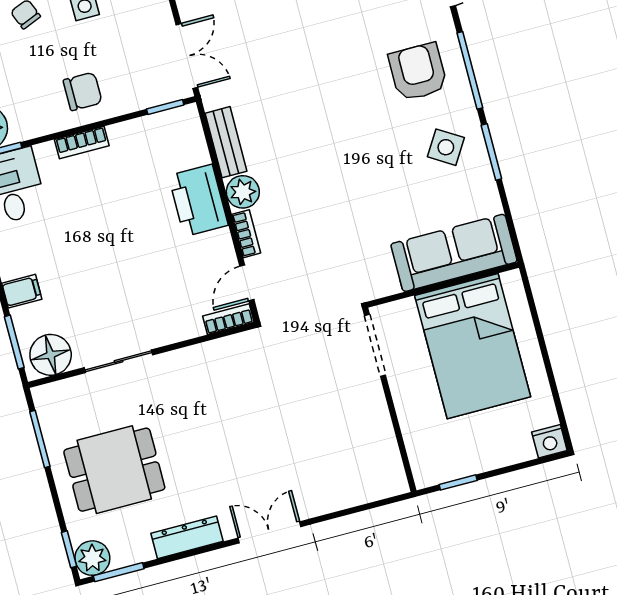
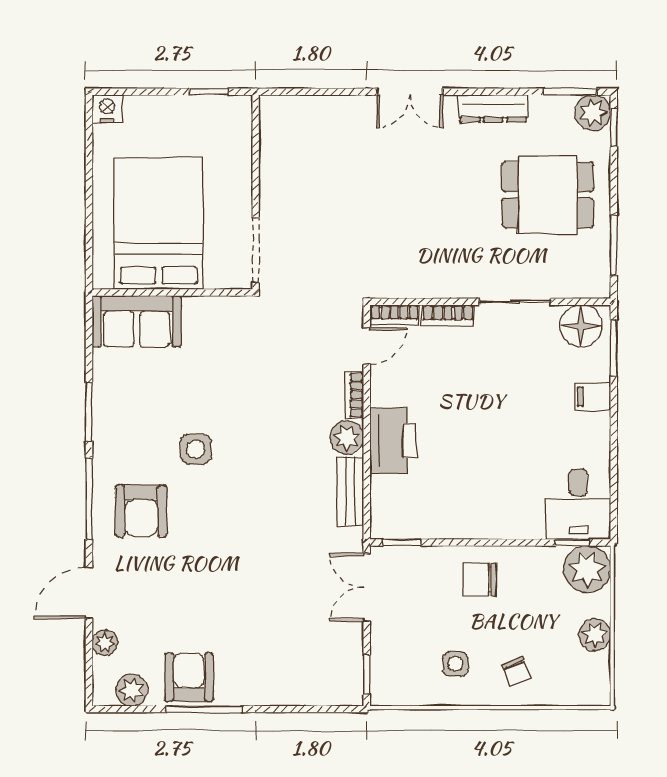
bookcase: (82, 143) -> (448, 315), moved, turned 180
side table: (446, 147) -> (196, 449), moved, turned -32
sofa: (454, 253) -> (137, 321), width x0.73

